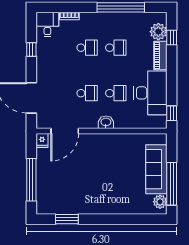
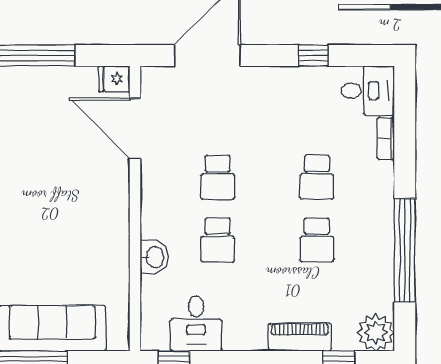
plant: (158, 32) -> (376, 333), moved
desk: (150, 93) -> (196, 324), width x0.53, depth x0.77
washbasin: (106, 122) -> (154, 257), moved

